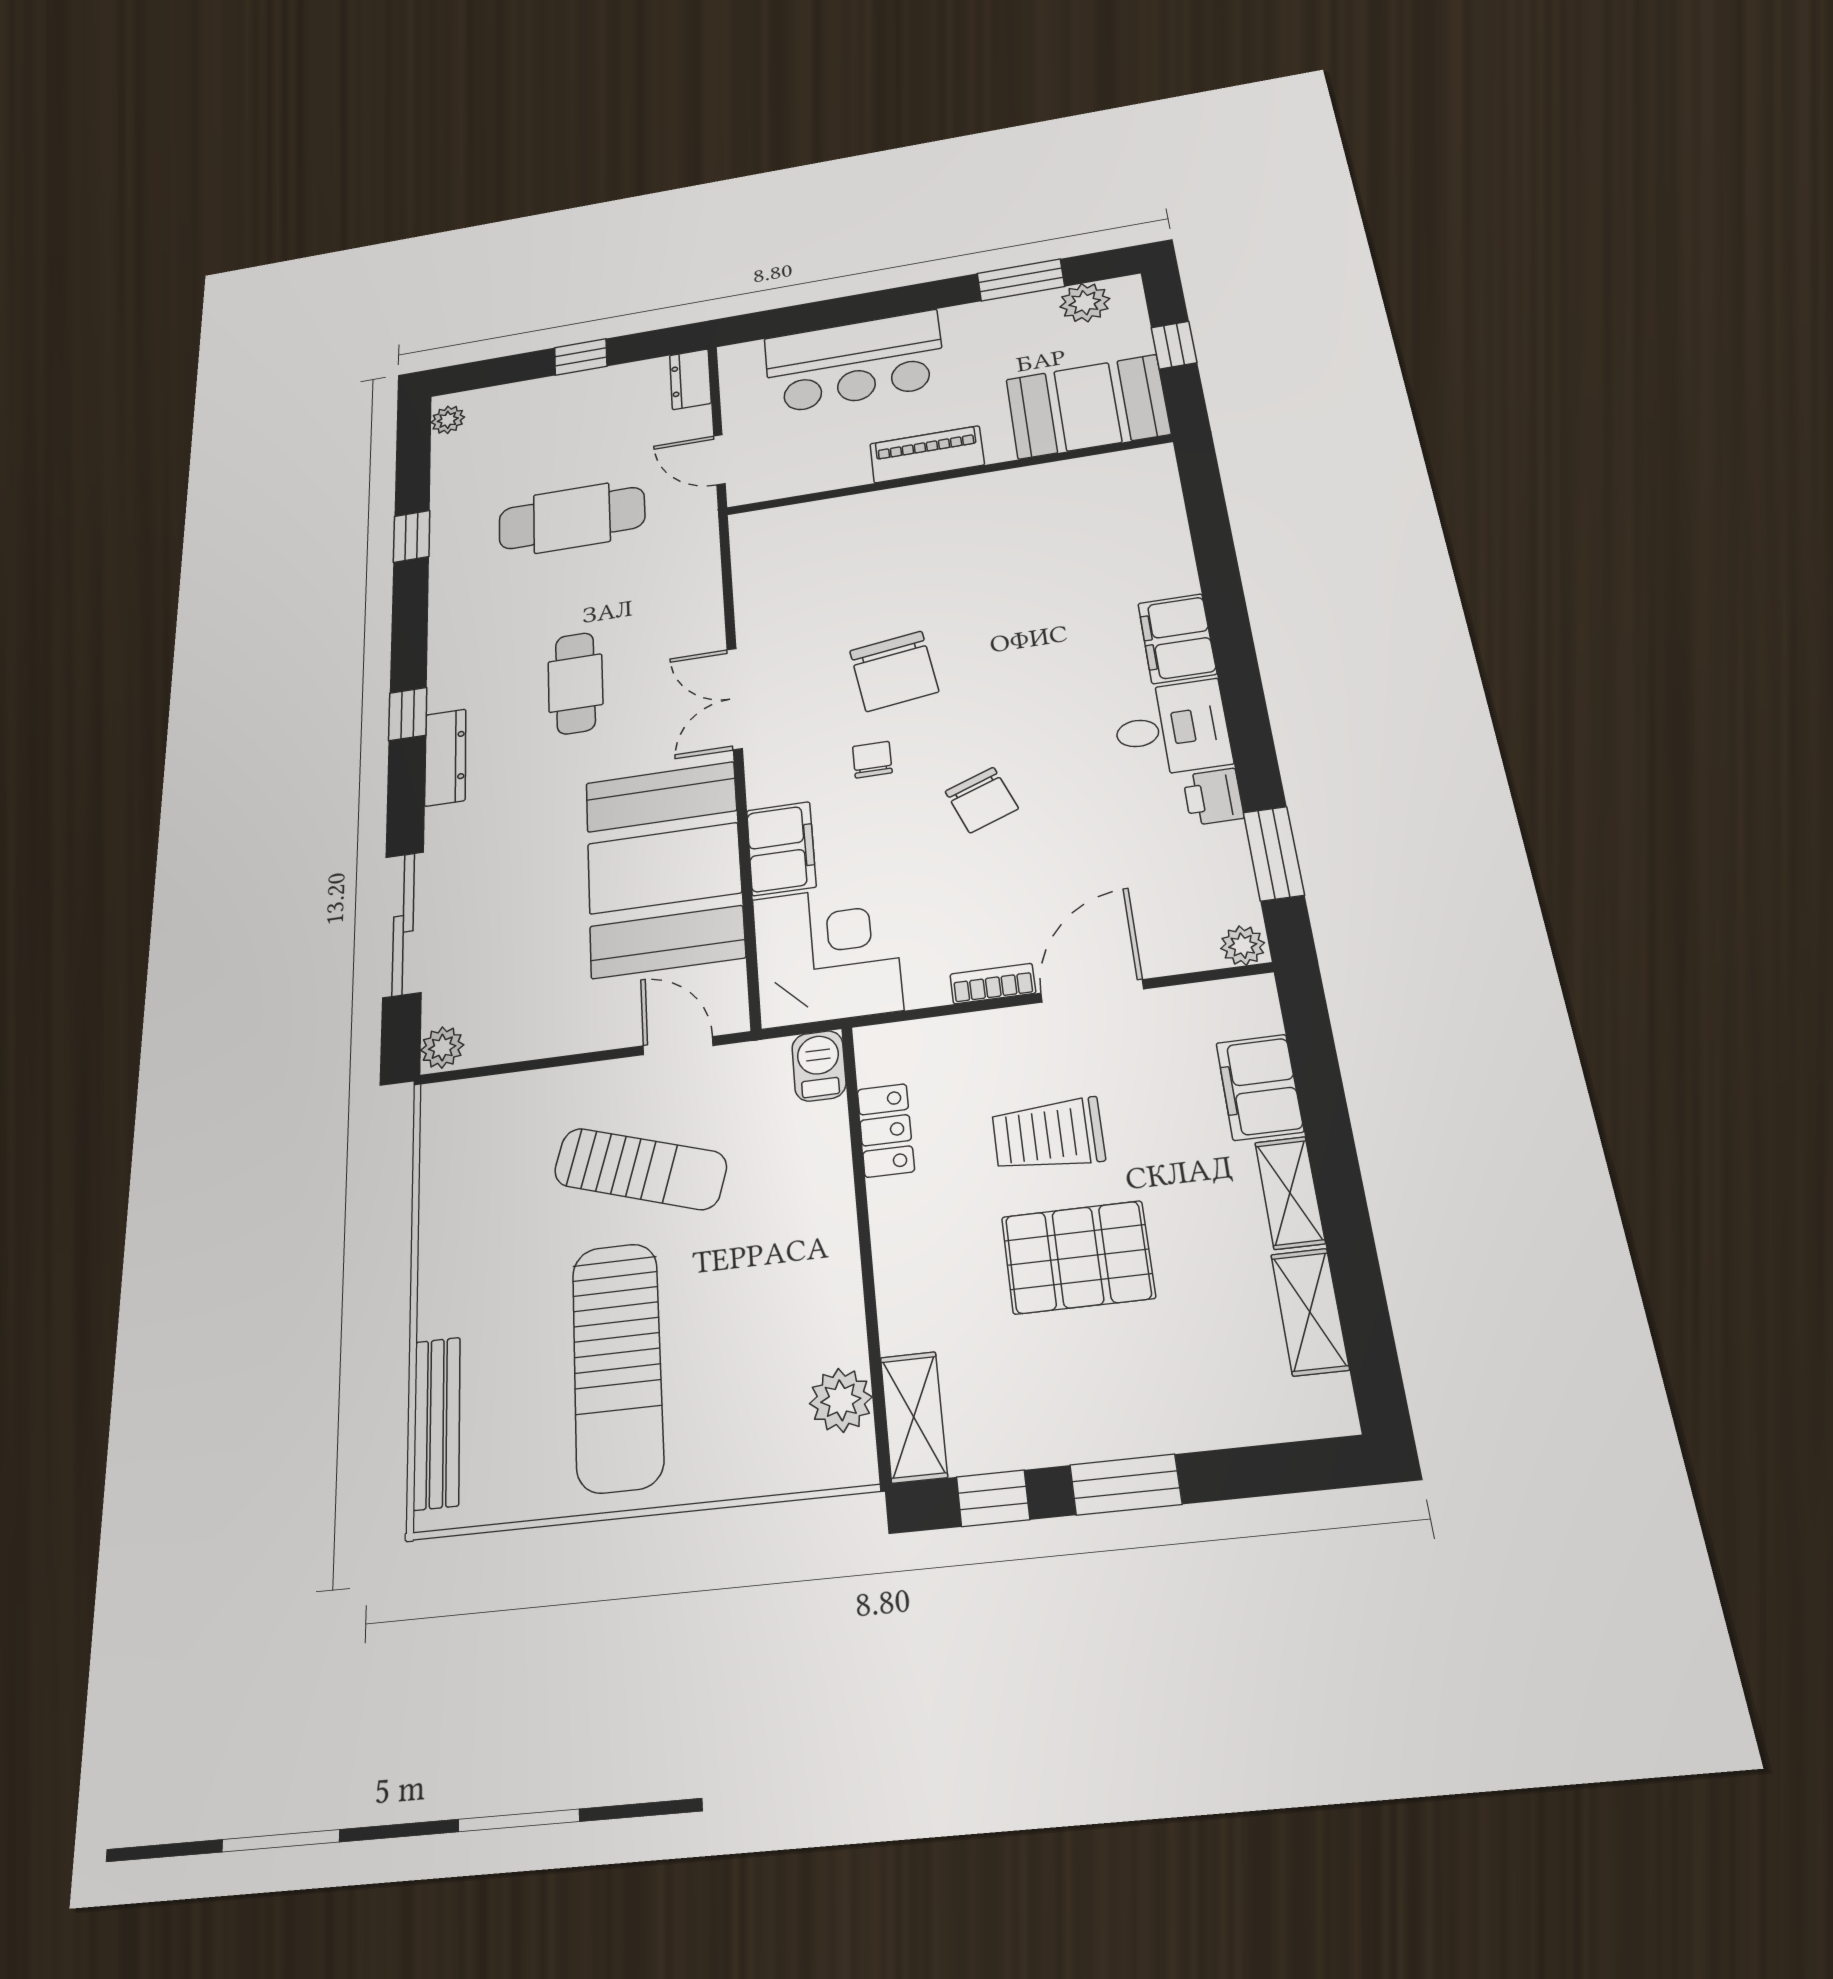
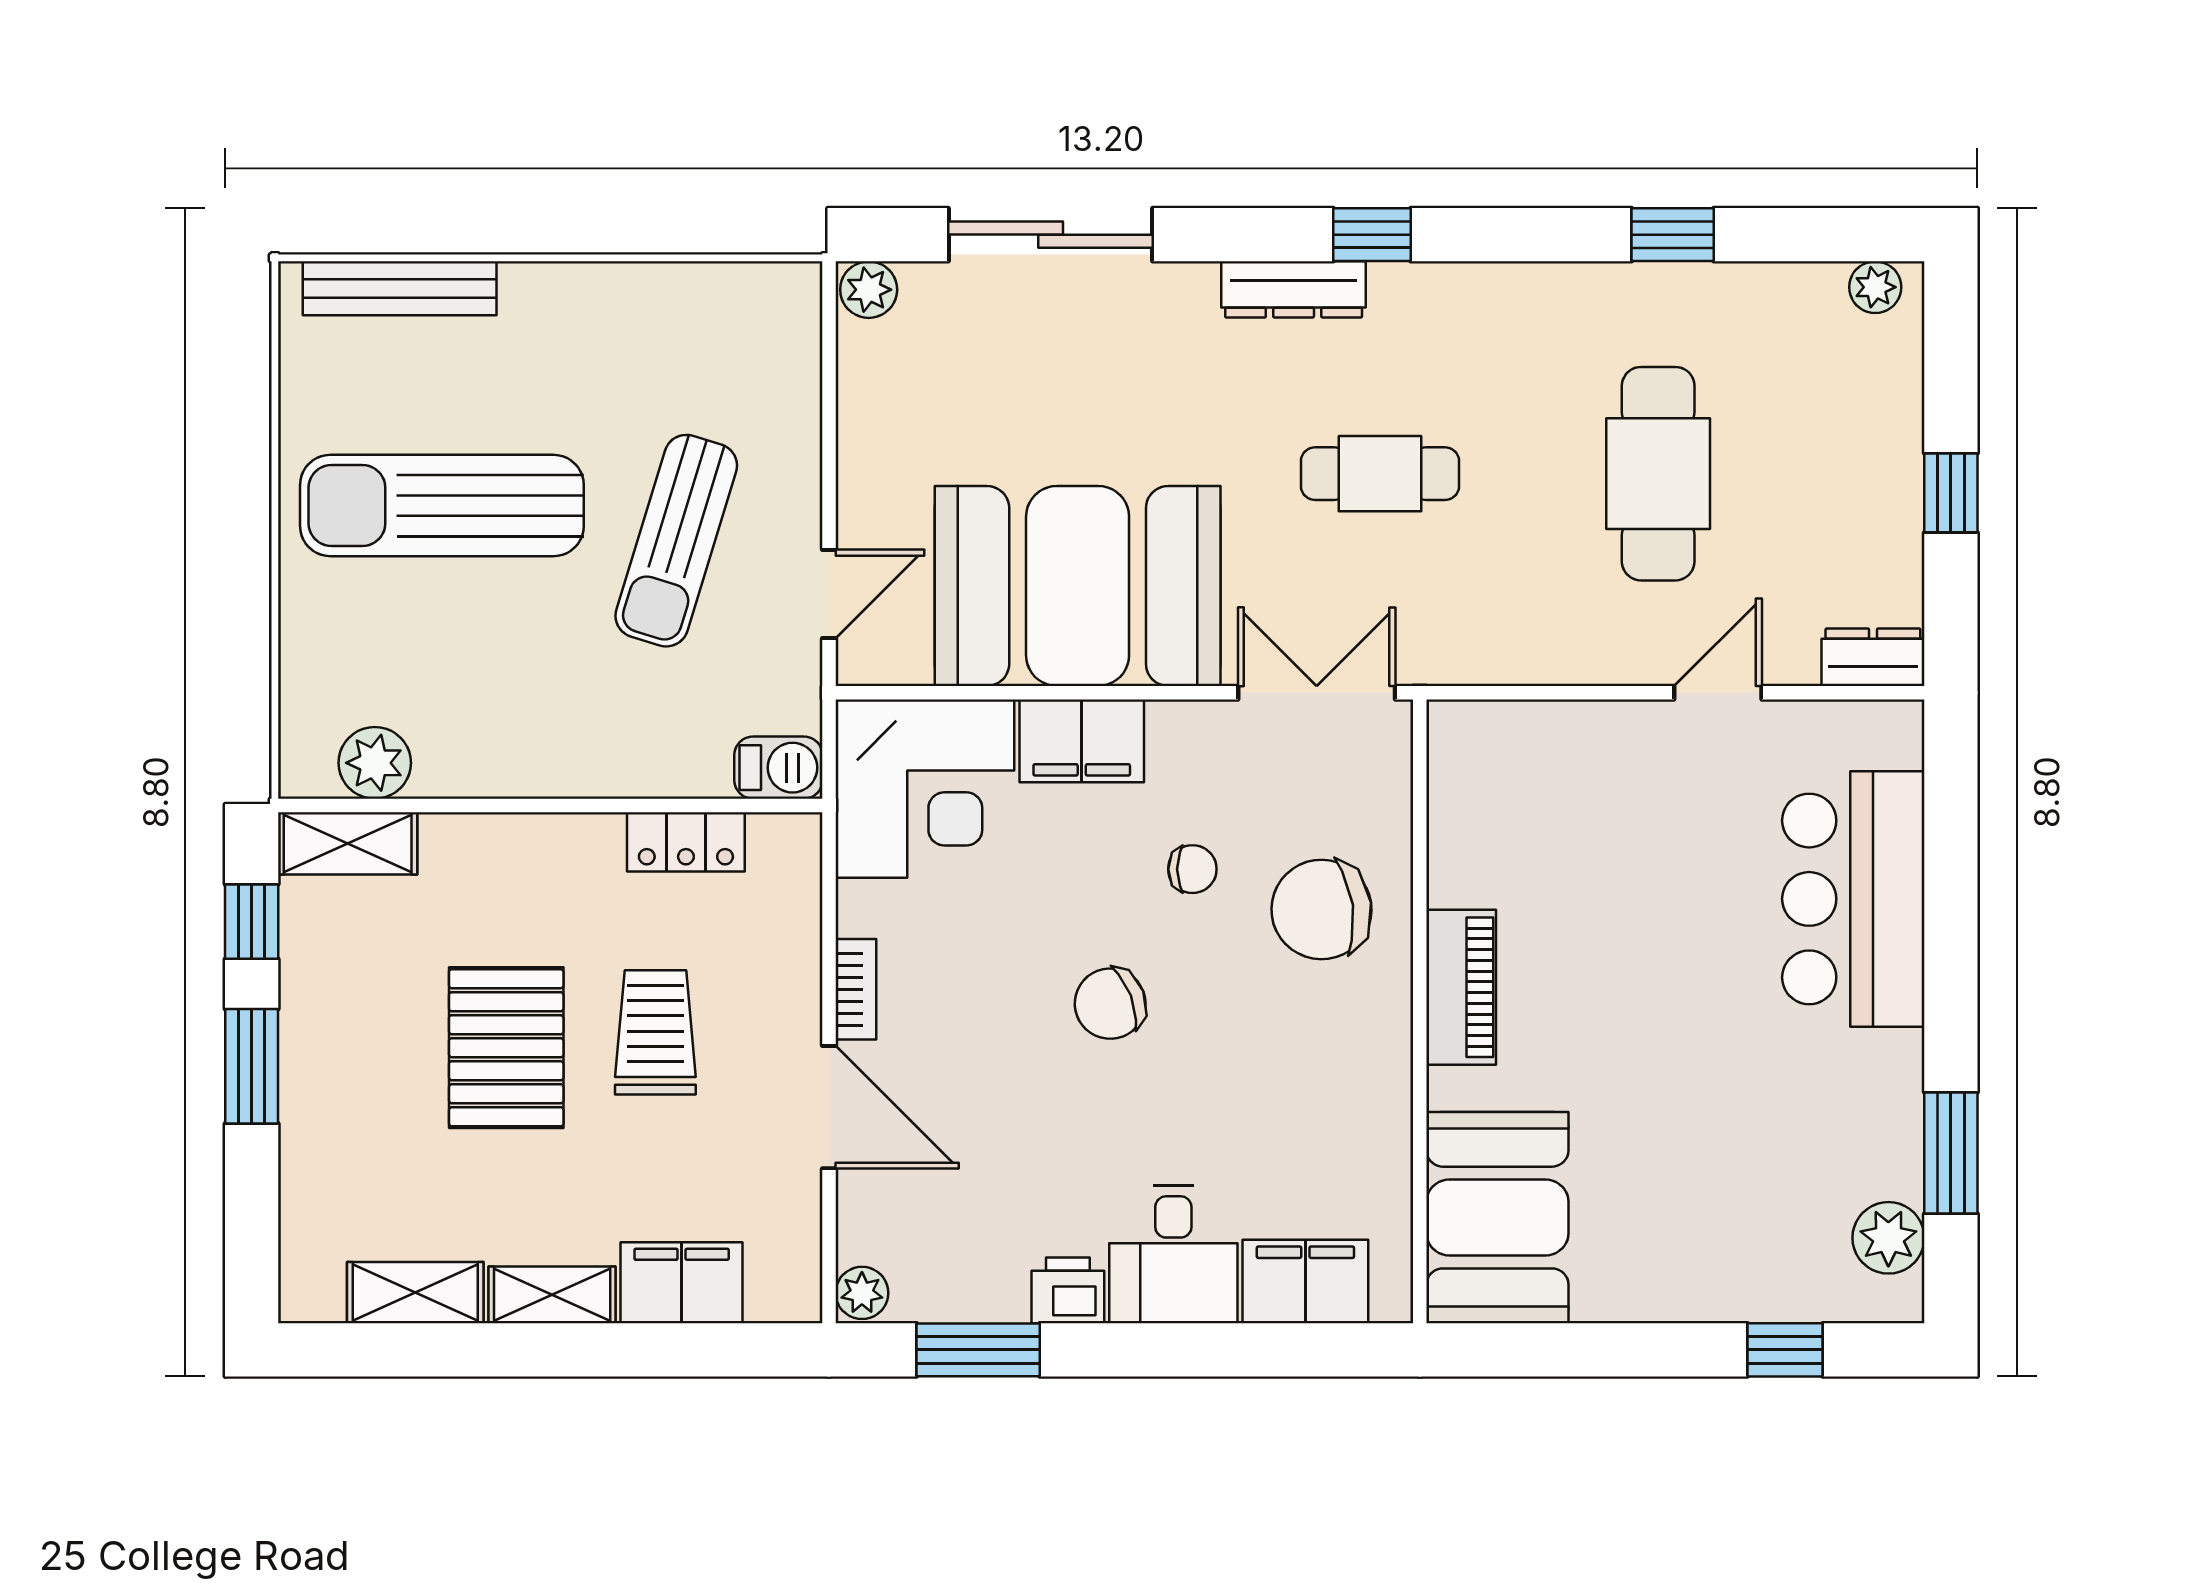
booth: (1088, 407) -> (1497, 1218), moved
piano: (927, 454) -> (1461, 987), moved
wall: (947, 475) -> (1420, 1011), moved

